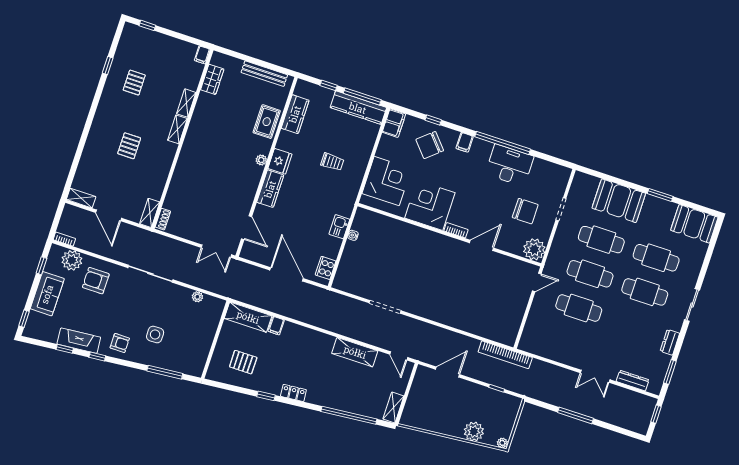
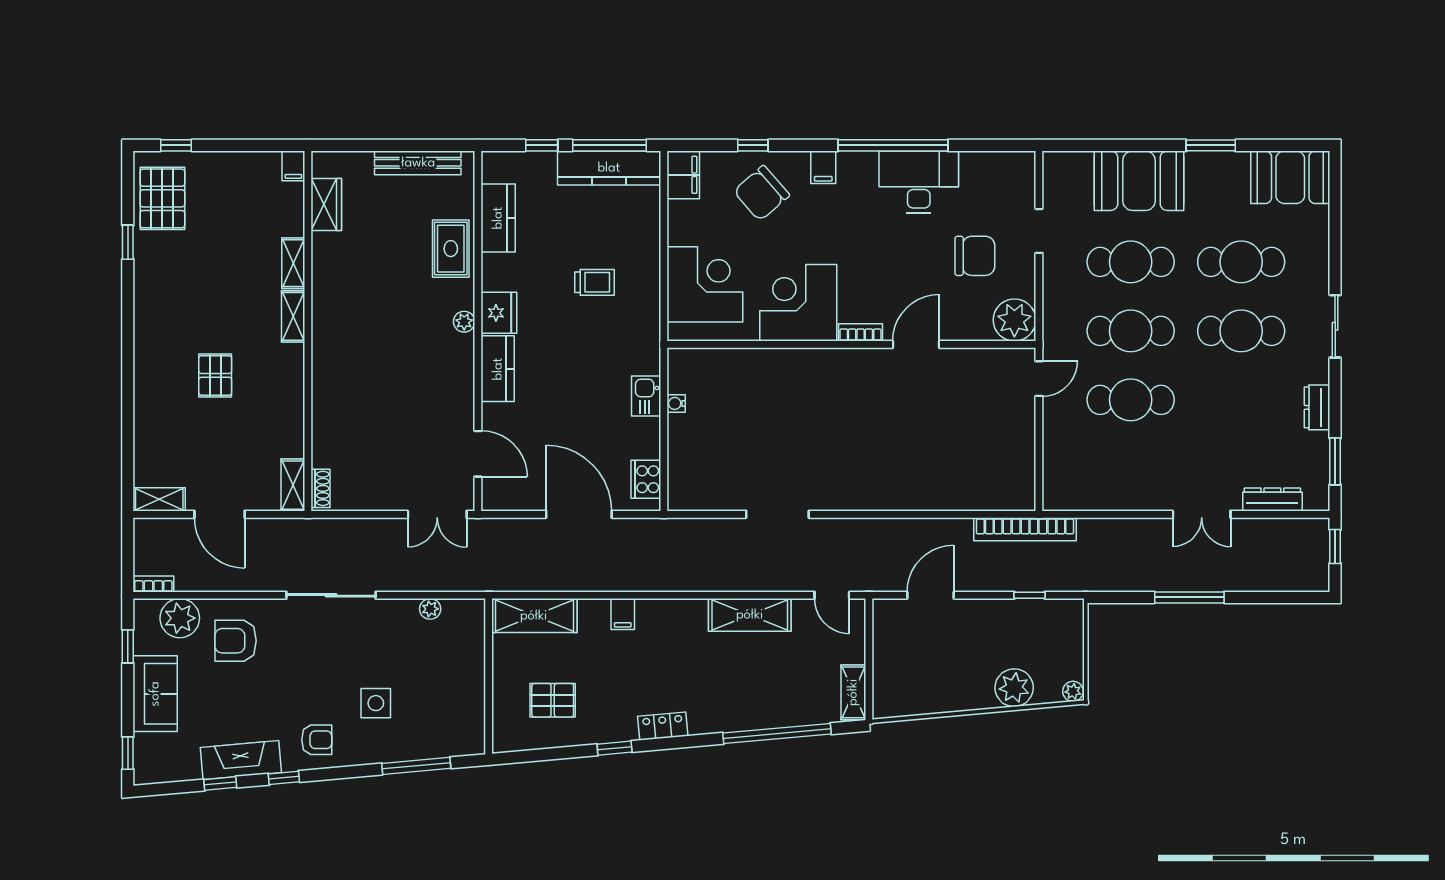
pallet: (134, 83) -> (162, 198), moved, width x1.50, depth x1.42
filing cabinet: (276, 326) -> (623, 614), moved

